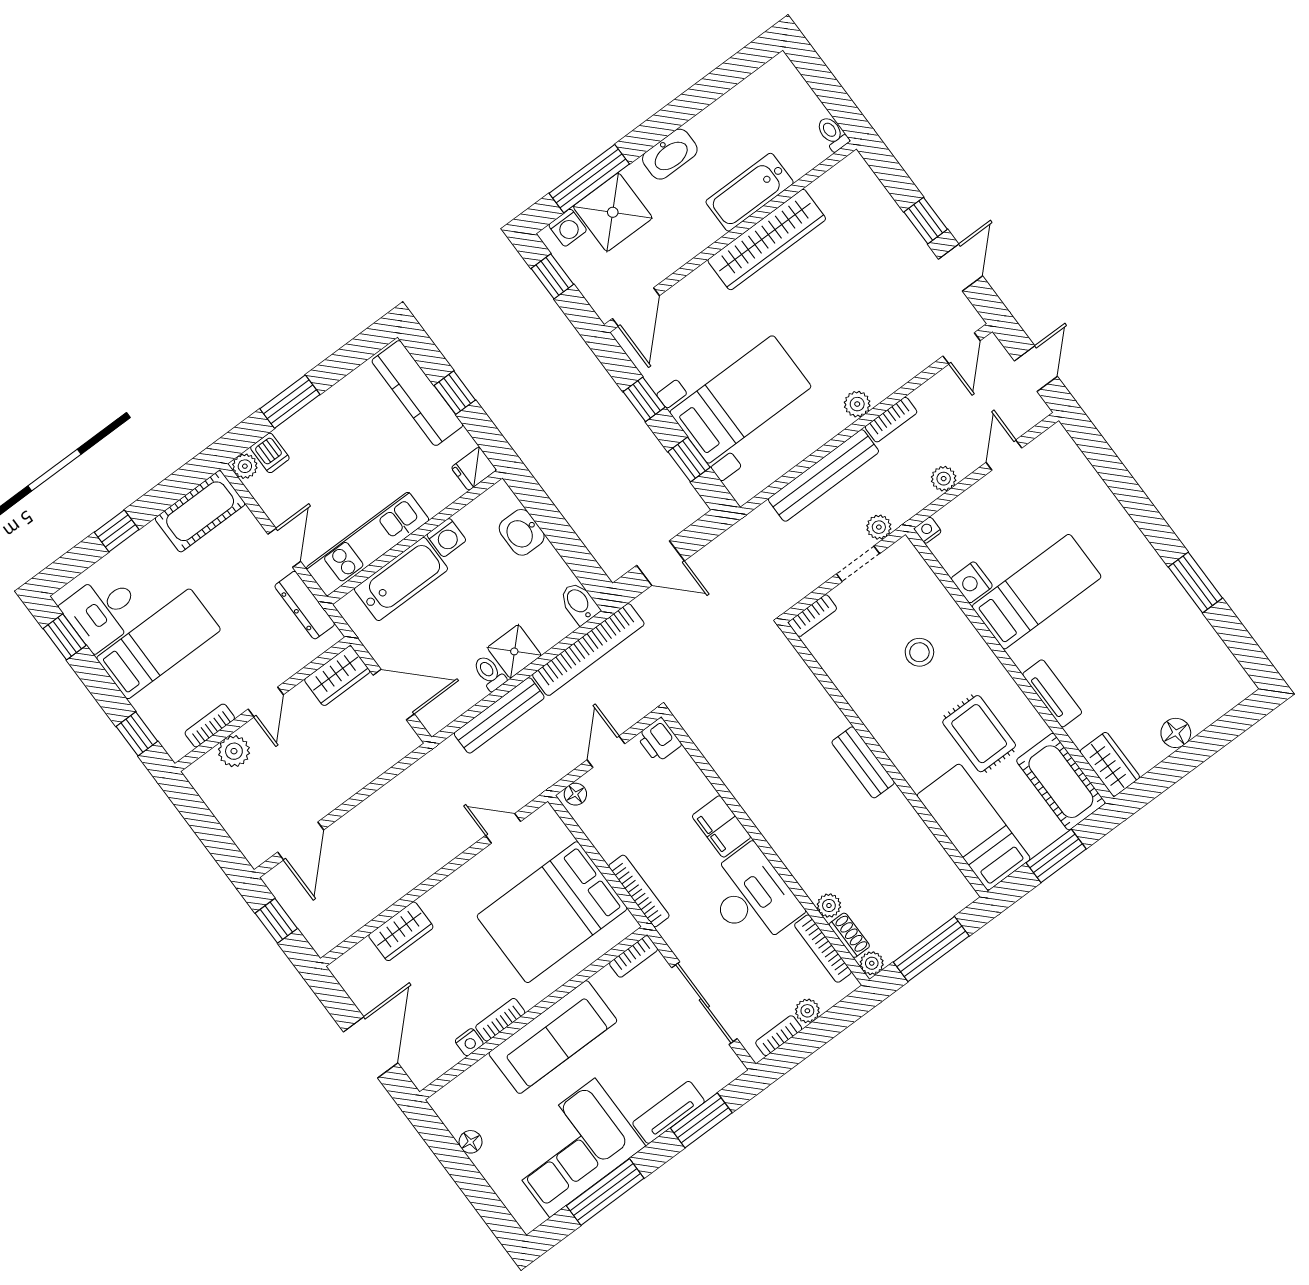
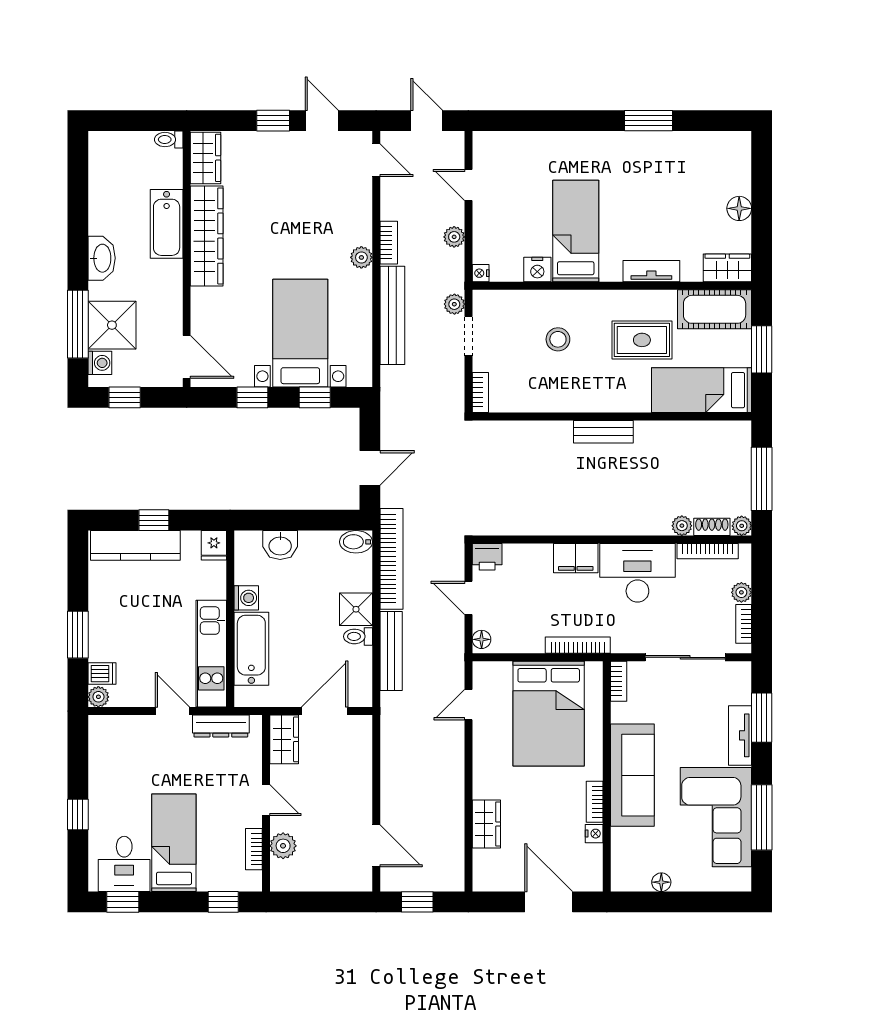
wardrobe: (841, 182) -> (205, 158), added
cot: (200, 511) -> (106, 749), removed

